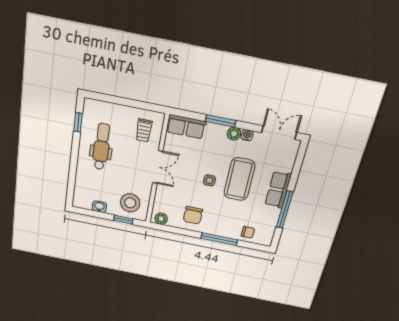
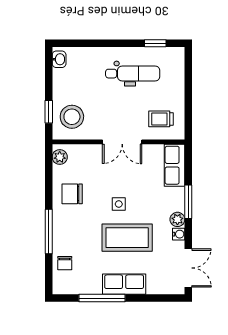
washbasin: (99, 207) -> (59, 59), moved

